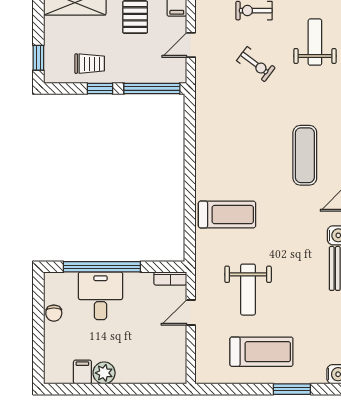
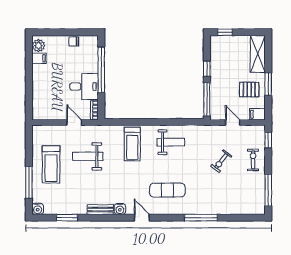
weight bench: (315, 42) -> (171, 142), moved
trolley: (90, 64) -> (222, 63), removed
desk: (100, 296) -> (84, 87), moved
plant: (104, 373) -> (38, 46), moved
window: (292, 389) -> (29, 182), width x1.44

